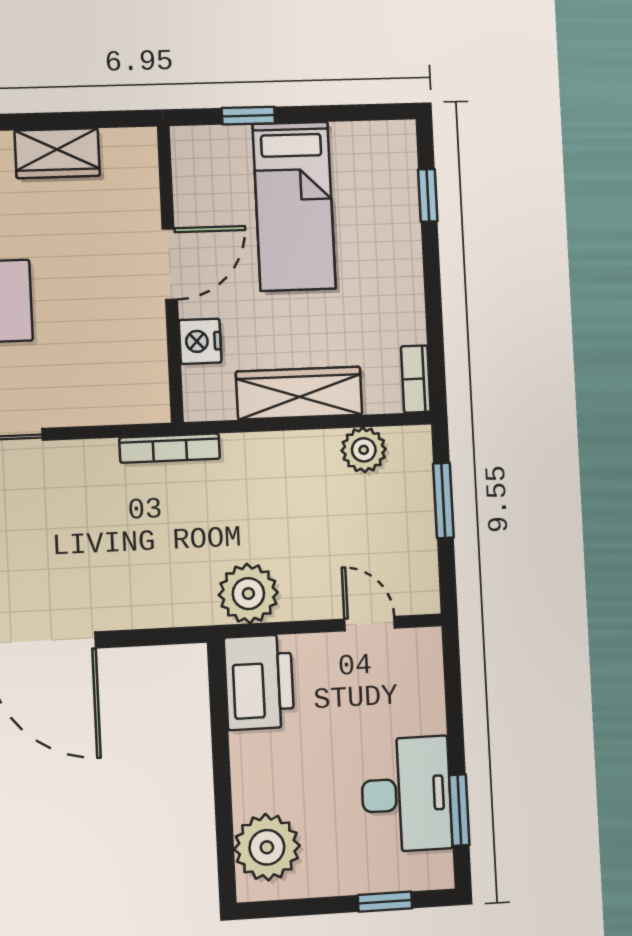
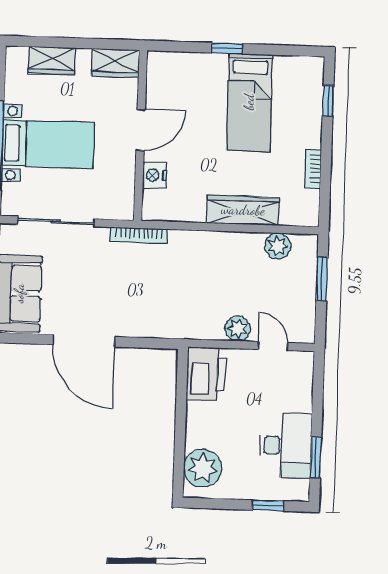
door: (170, 264) -> (141, 130), moved
wall: (170, 274) -> (140, 135), moved
nightstand: (200, 341) -> (154, 175), moved
bookcase: (416, 379) -> (313, 169), moved
bookcase: (170, 448) -> (139, 235), moved
plant: (248, 594) -> (238, 329), moved, width x0.73, depth x0.73

